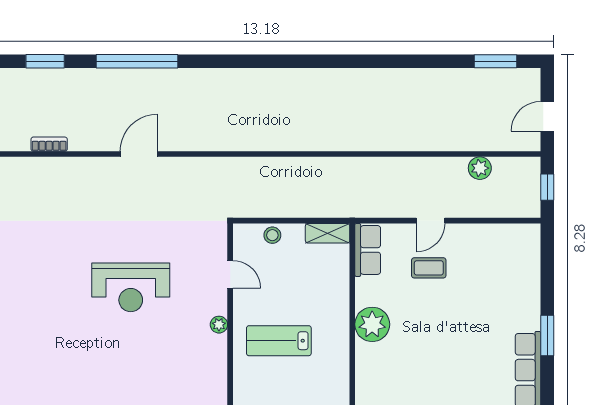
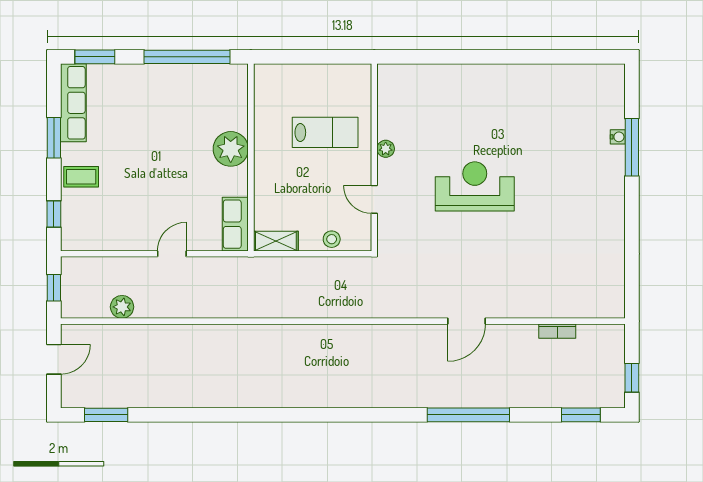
window: (45, 61) -> (581, 415), moved
window: (547, 260) -> (54, 214), added
coffee table: (429, 268) -> (81, 177), moved

